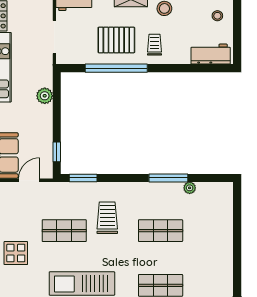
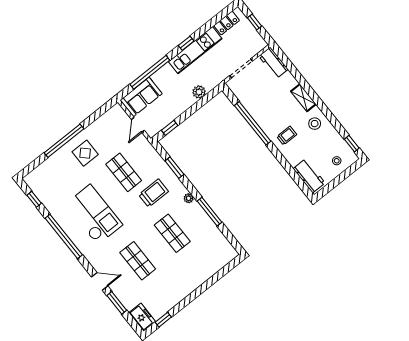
pallet: (116, 40) -> (270, 109), removed
window: (83, 178) -> (174, 168), moved
door: (29, 180) -> (138, 125), swing flipped
plant: (190, 188) -> (189, 198), moved

